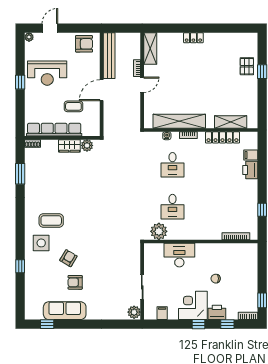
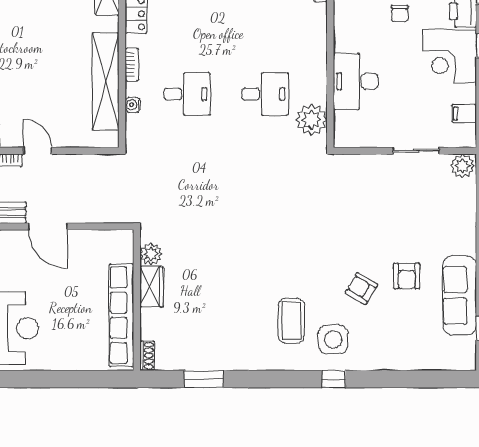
window: (20, 82) -> (33, 379), removed
coffee table: (73, 106) -> (78, 279), removed
window: (20, 266) -> (334, 379), moved

